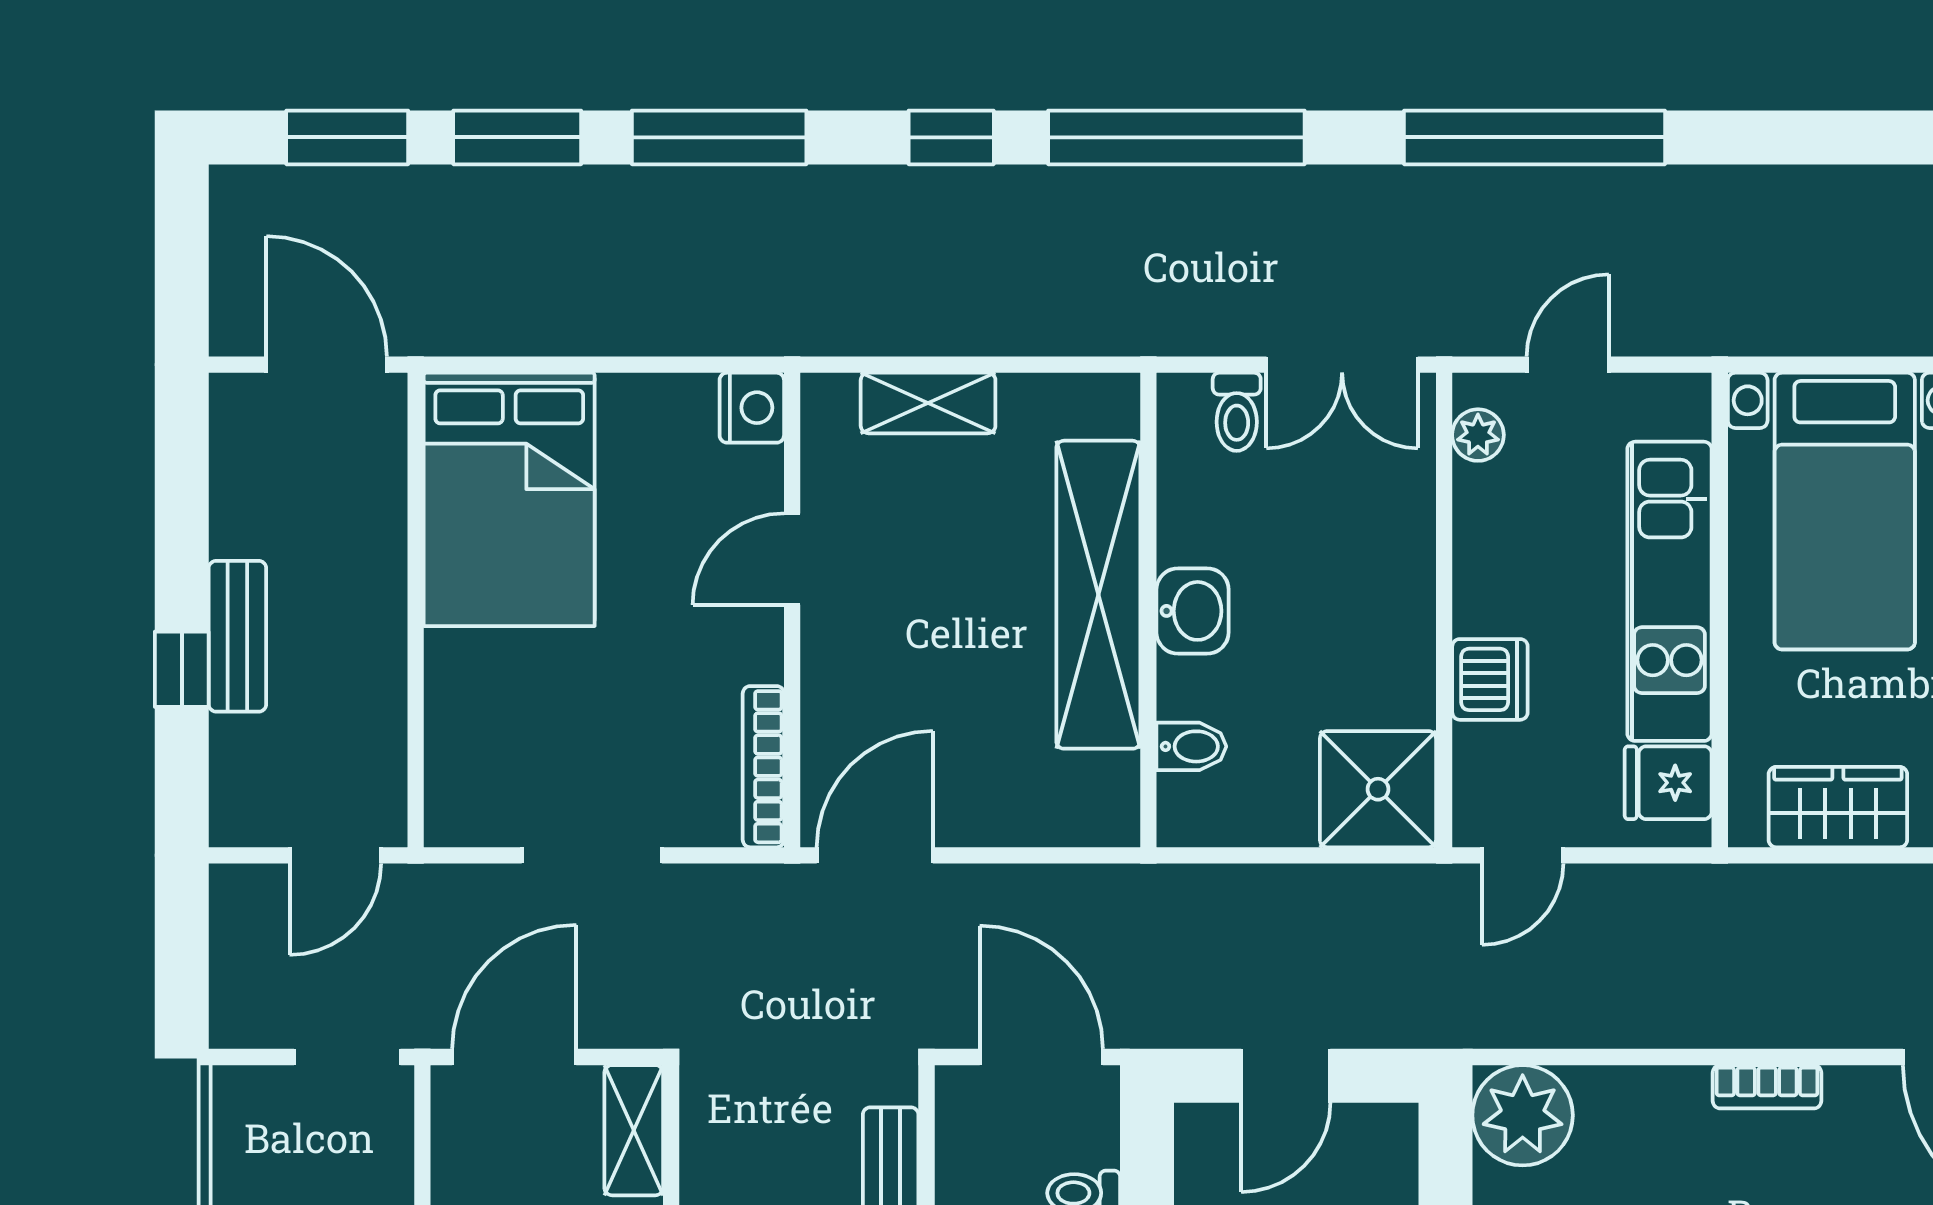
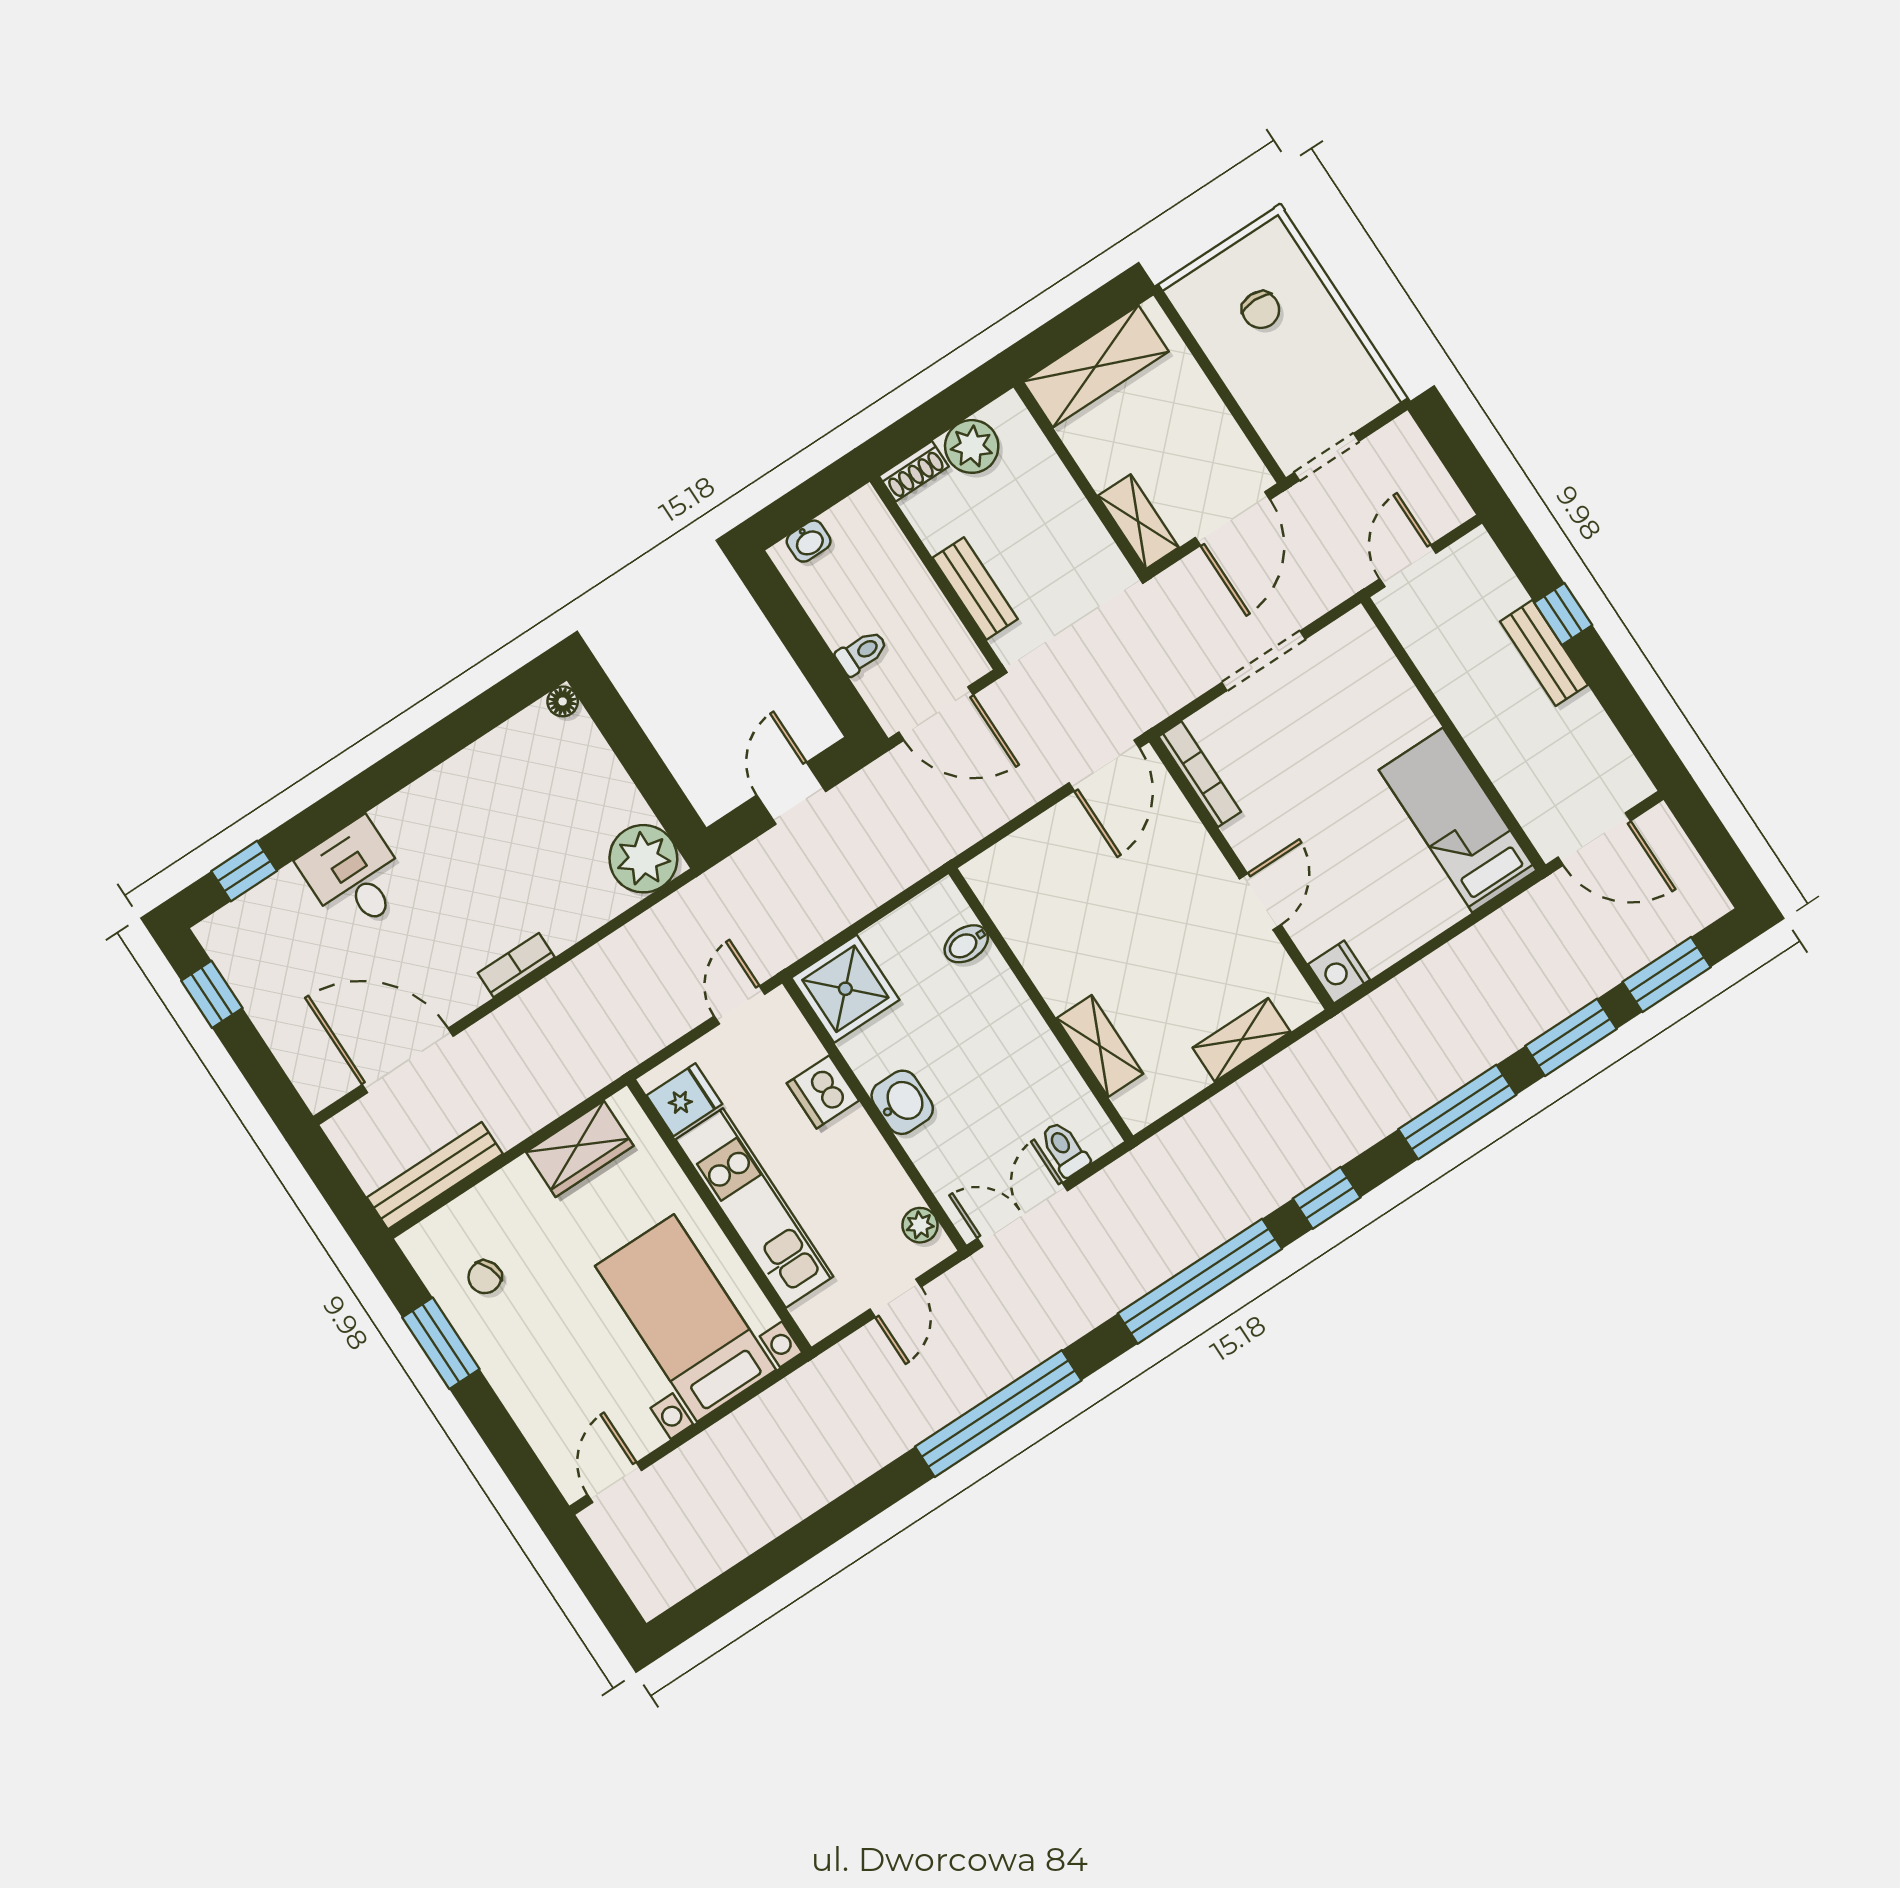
bed: (509, 499) -> (1458, 820), width x0.67
shelving: (1098, 595) -> (1100, 1046), width x0.45, depth x0.75
washbasin: (1193, 611) -> (902, 1102), moved, turned 180

